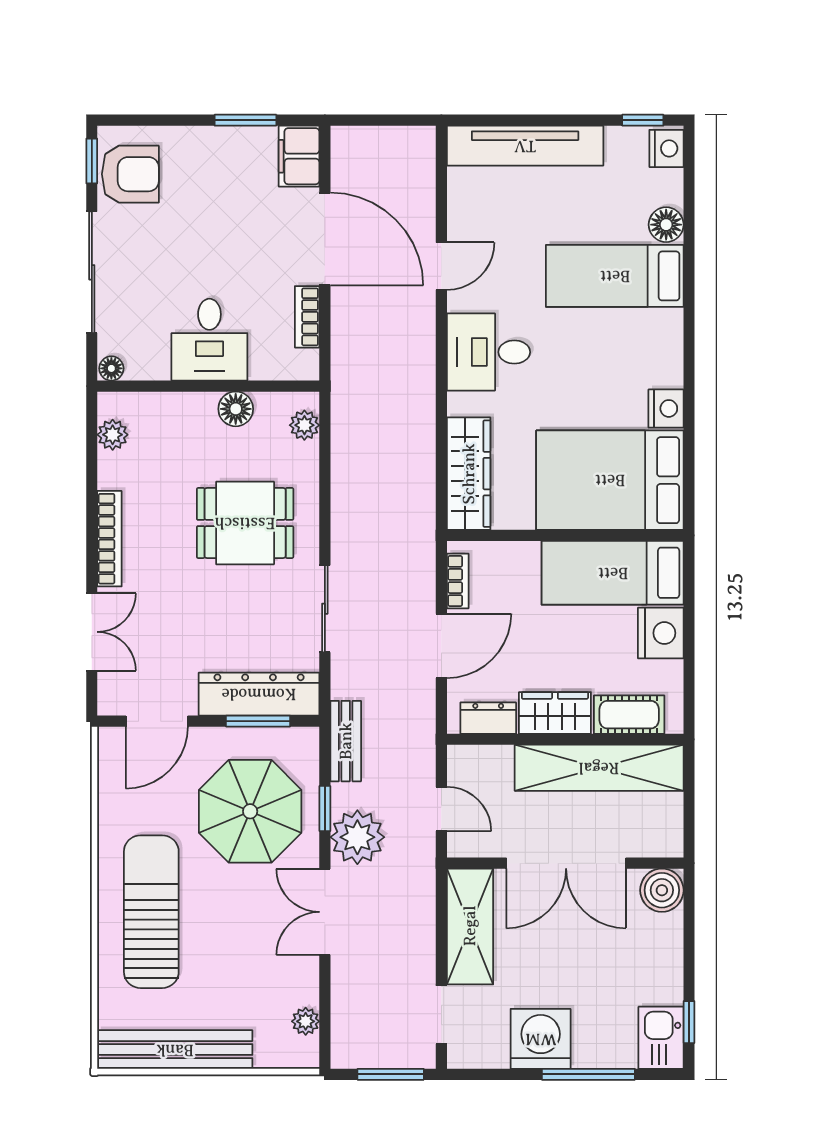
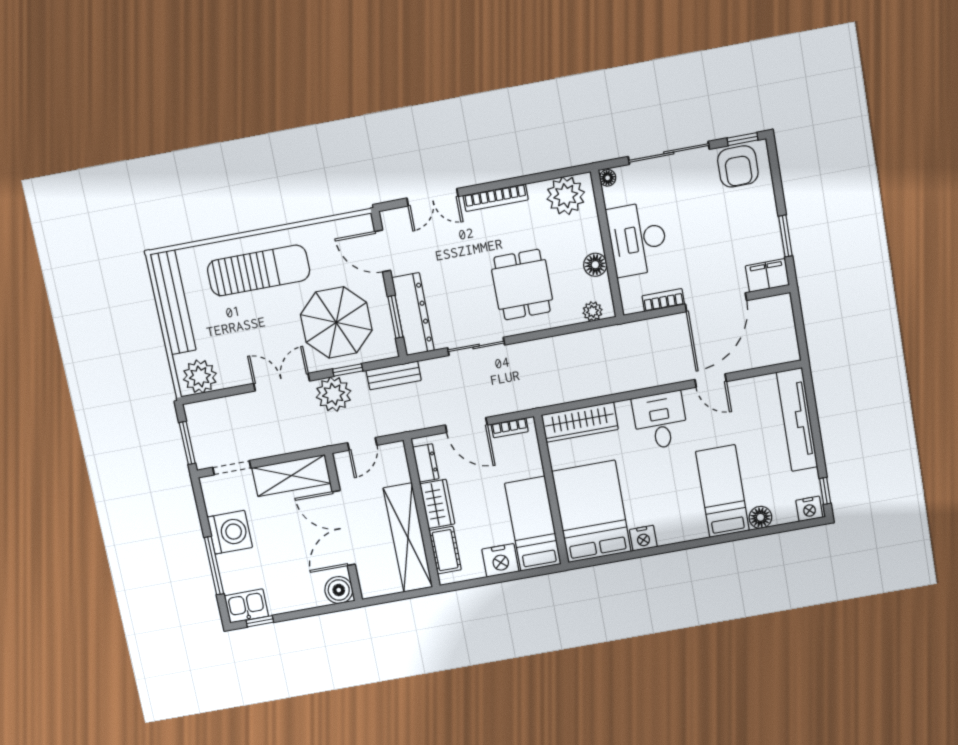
desk: (209, 340) -> (638, 239), width x1.37
plant: (113, 435) -> (566, 196), width x1.87, depth x1.87
plant: (306, 1021) -> (200, 377), width x1.87, depth x1.87

